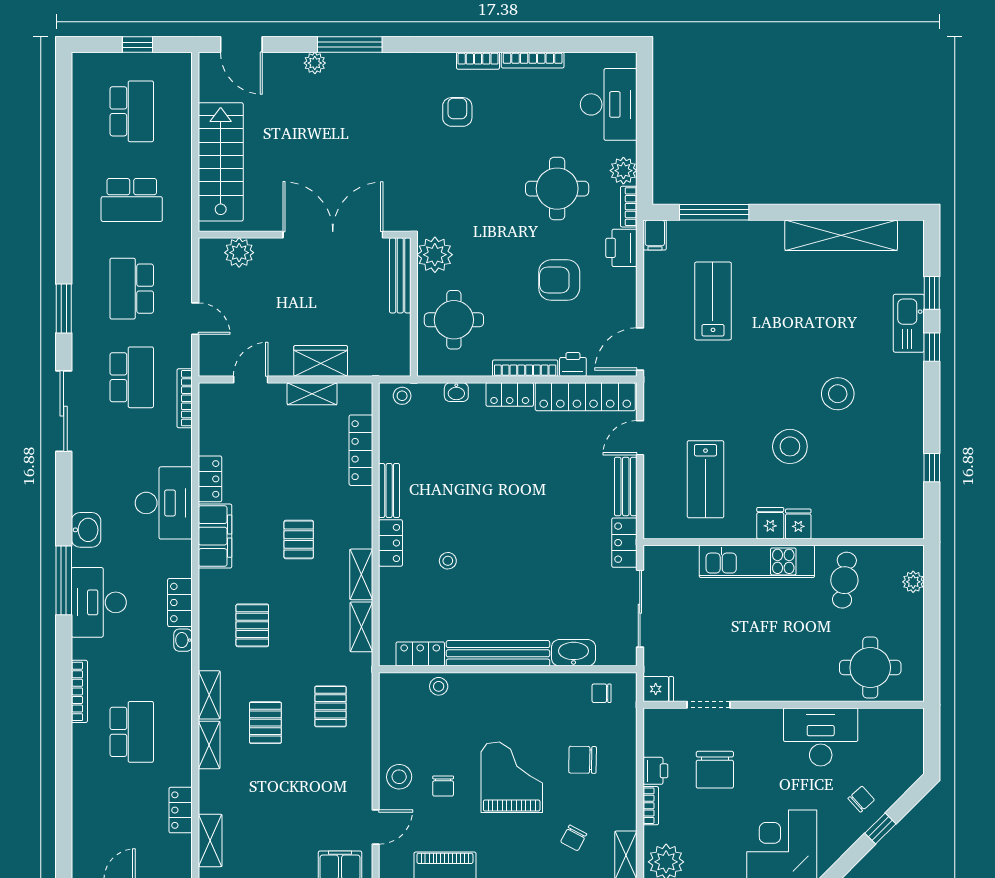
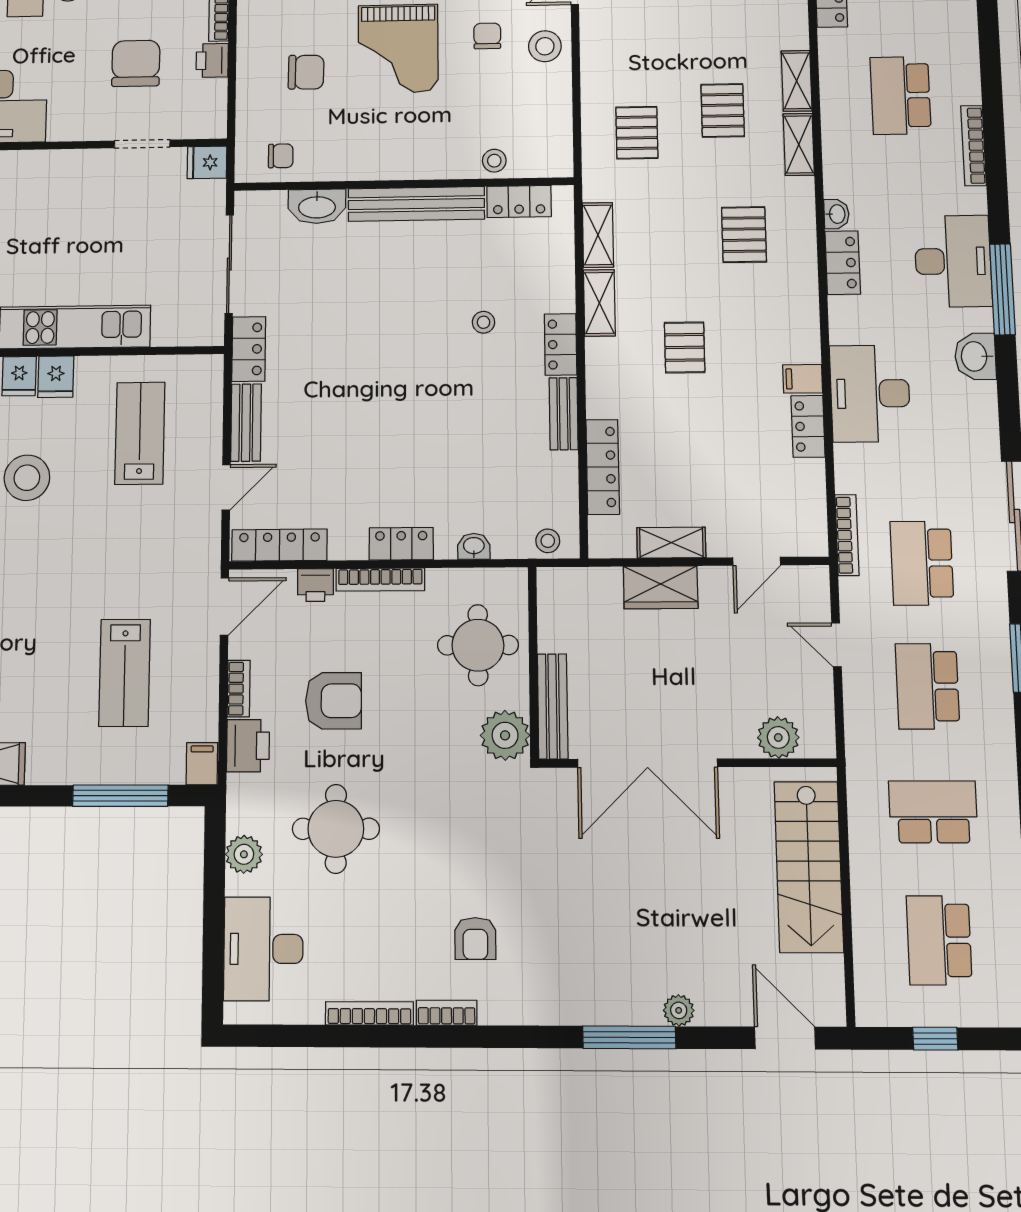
bookcase: (629, 207) -> (239, 689), moved
school desk: (132, 289) -> (927, 686), turned 180
locker: (585, 397) -> (279, 545), width x0.71, depth x0.83
filing cabinet: (215, 536) -> (803, 379), width x0.33, depth x0.86

